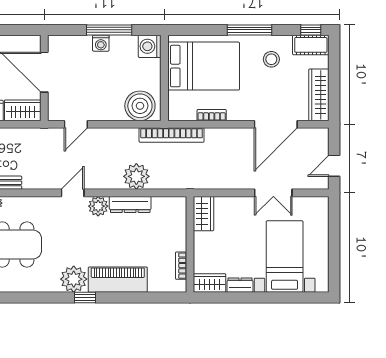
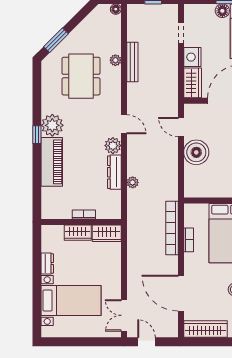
boiler: (140, 106) -> (196, 152), moved
bookcase: (172, 135) -> (172, 228), moved
plant: (136, 176) -> (133, 182), width x0.53, depth x0.53
double door: (273, 193) -> (124, 315), moved
bookcase: (181, 266) -> (84, 215), moved
wardrobe: (210, 283) -> (78, 233), moved, turned 90

